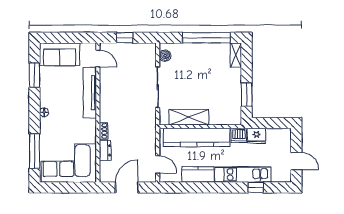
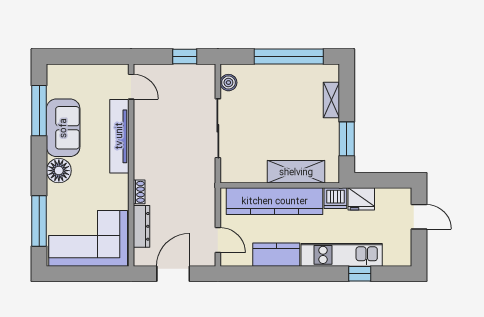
window: (125, 38) -> (185, 56), moved
sofa: (59, 54) -> (63, 128), moved, turned -90
shelving: (236, 55) -> (331, 100), moved
window: (34, 75) -> (39, 111), width x1.44
floor lamp: (44, 112) -> (59, 171), width x1.89, depth x1.89
shelving: (189, 117) -> (296, 172), moved
dresser: (105, 150) -> (141, 226), width x1.44
door: (296, 161) -> (419, 217), moved

